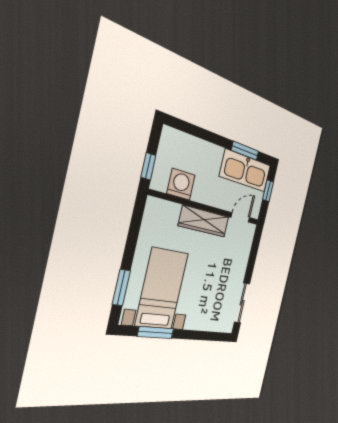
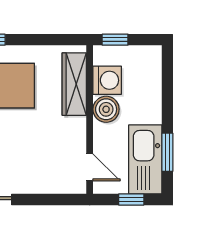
boiler: (203, 192) -> (106, 109), added
wardrobe: (204, 221) -> (74, 84), moved

